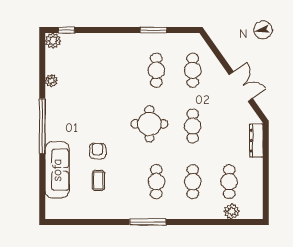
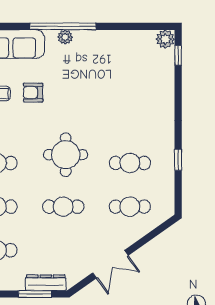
window: (154, 30) -> (178, 160), width x0.67
plant: (51, 81) -> (65, 37), moved
window: (266, 150) -> (35, 294), added
armchair: (98, 151) -> (33, 93), turned 180

